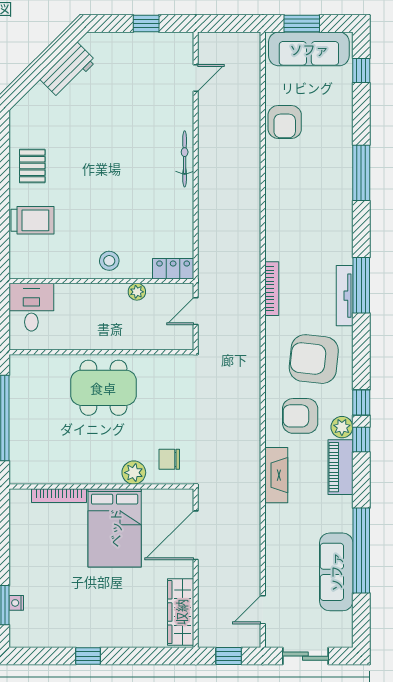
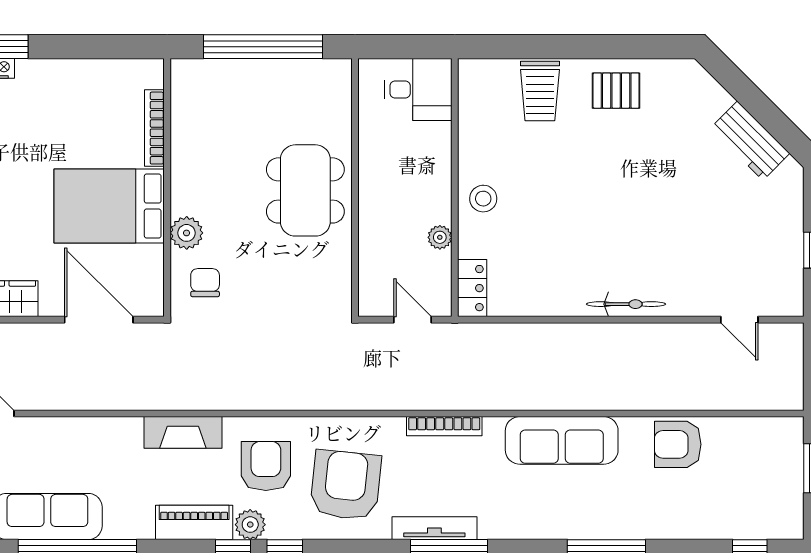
sofa: (309, 49) -> (562, 440), moved, turned -90

